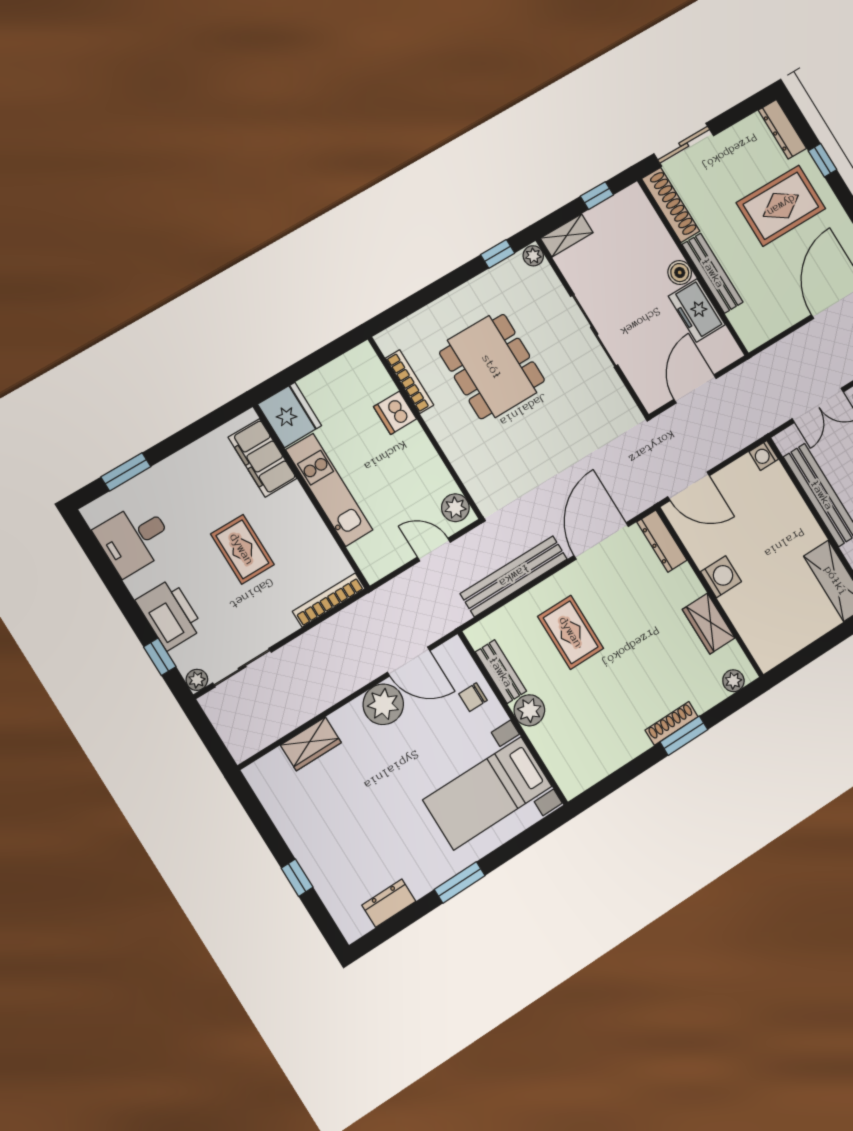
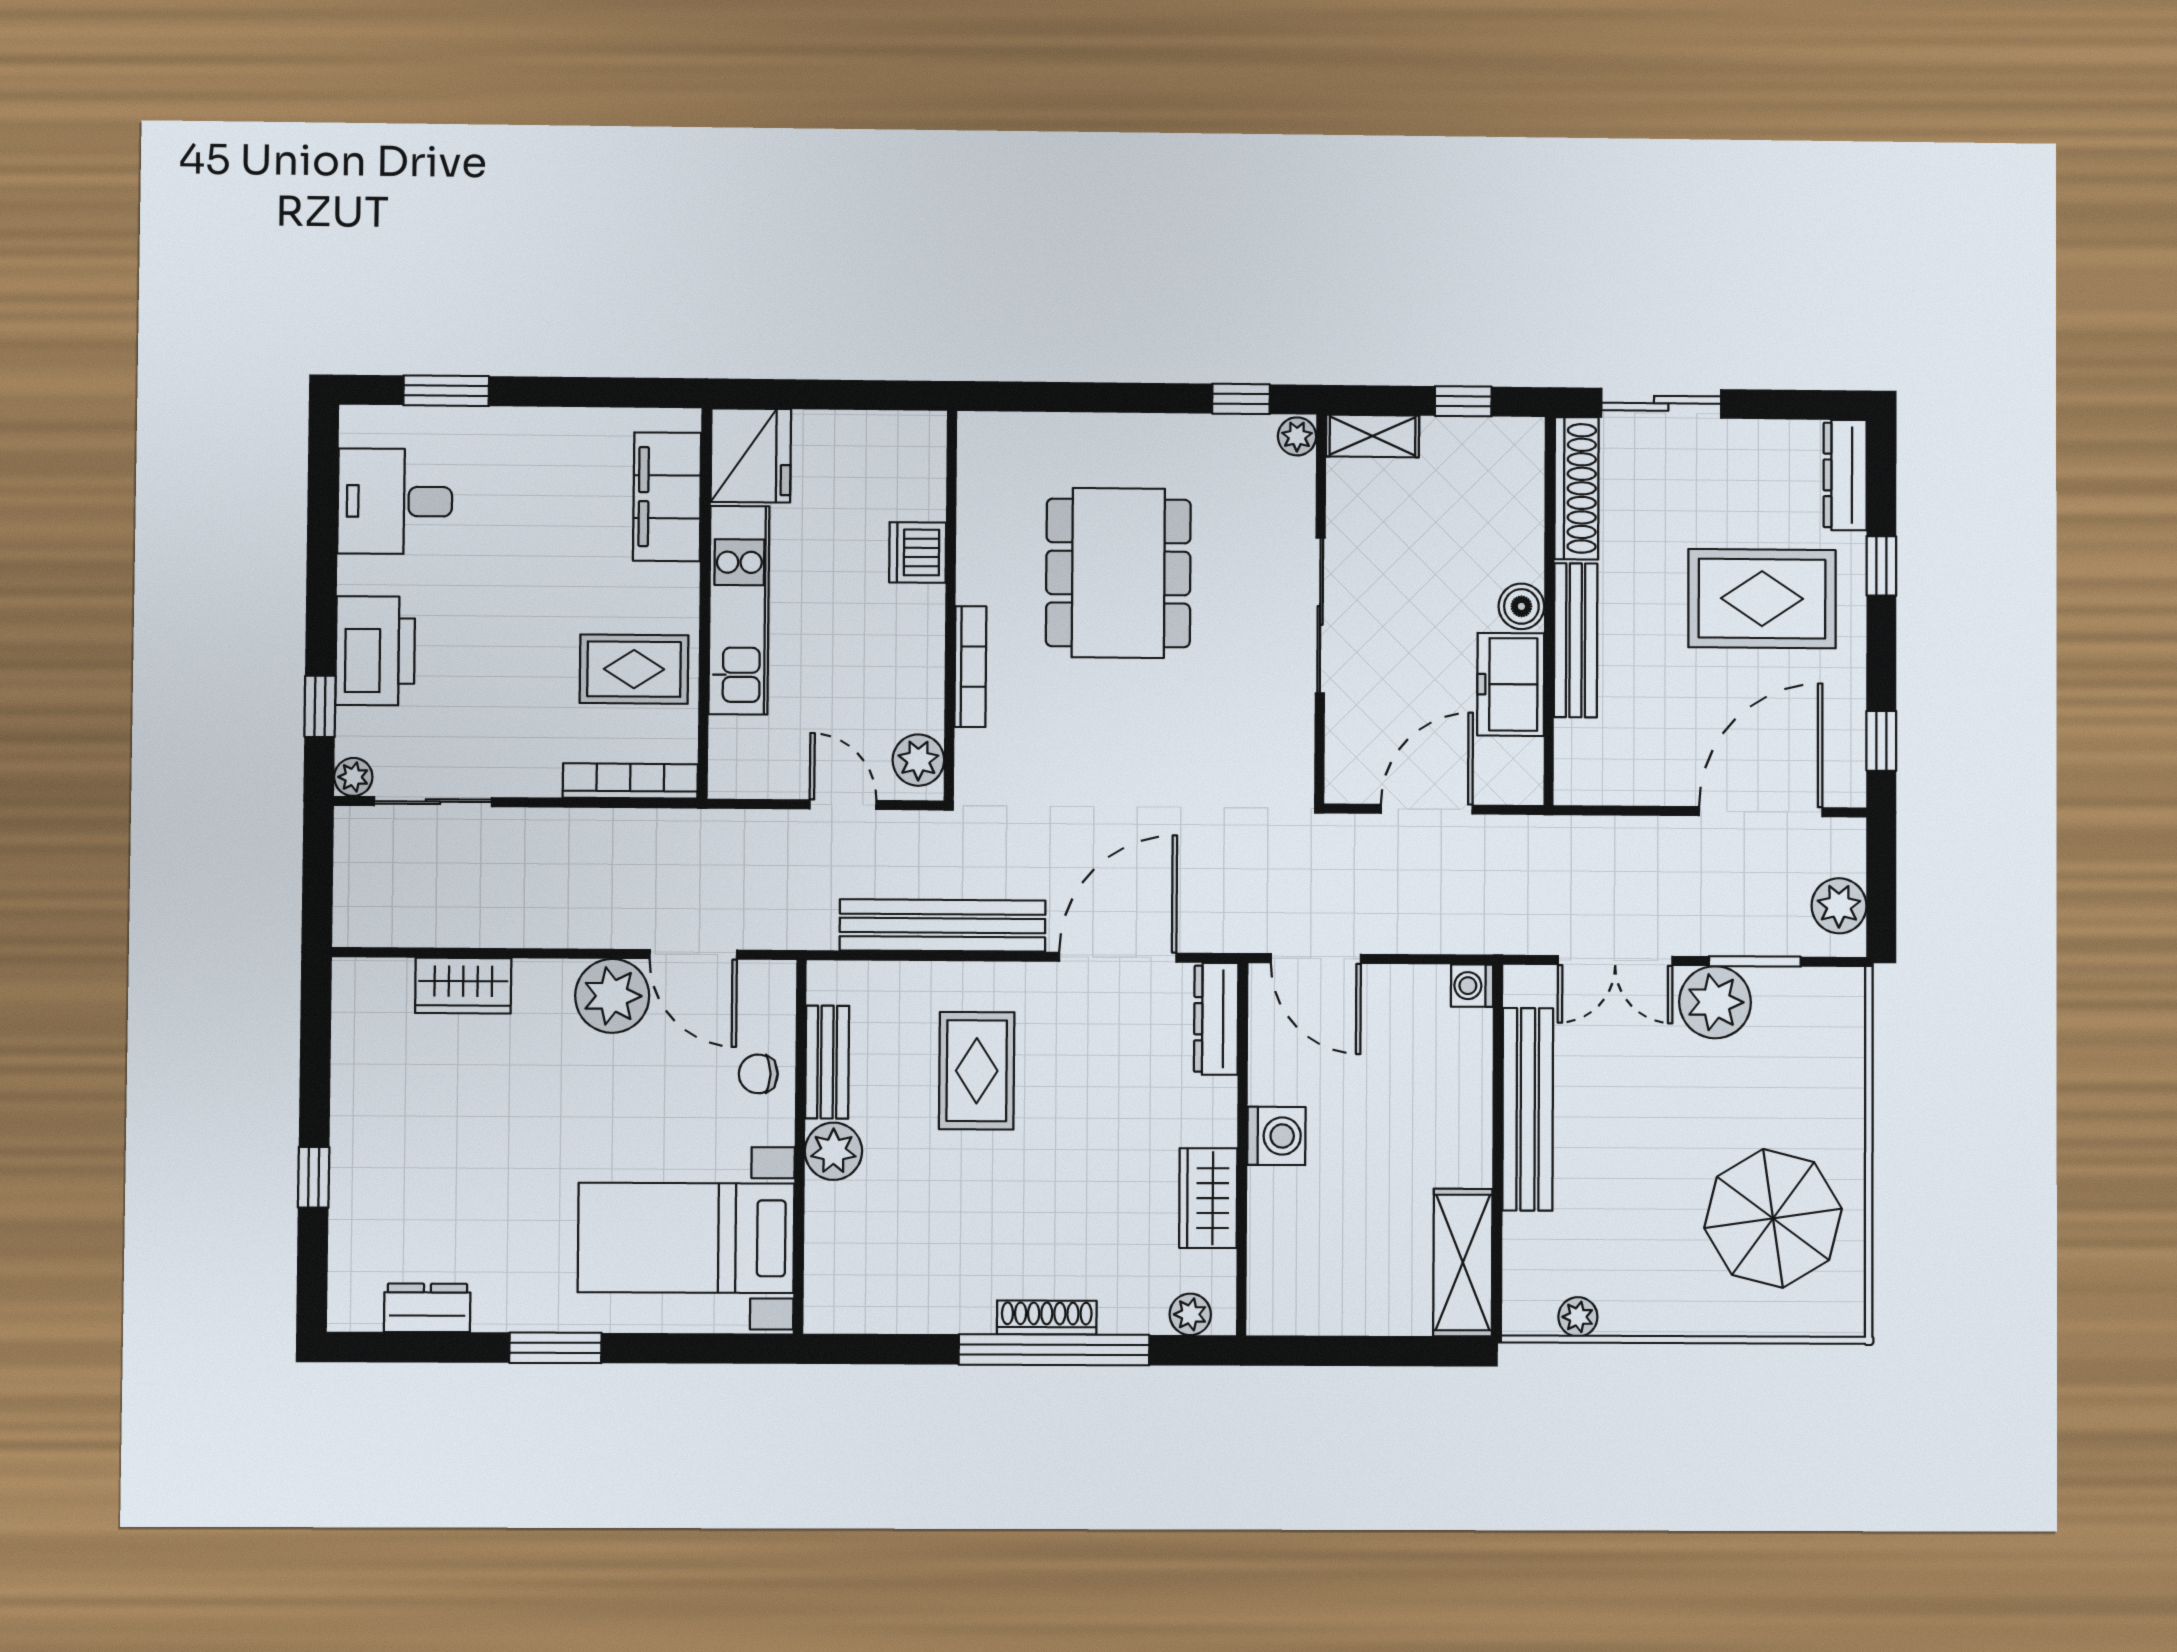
bookcase: (410, 382) -> (970, 667), moved
rug: (242, 549) -> (634, 669), moved, turned 90
window: (684, 736) -> (1054, 1350), width x2.11

